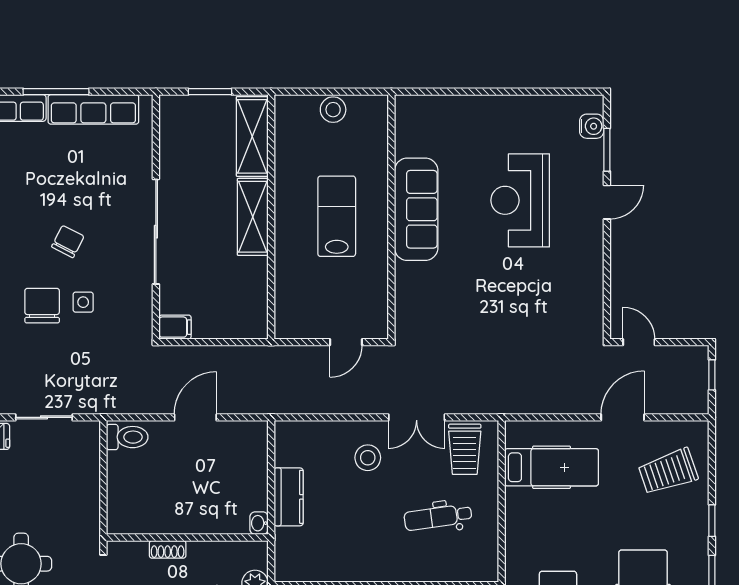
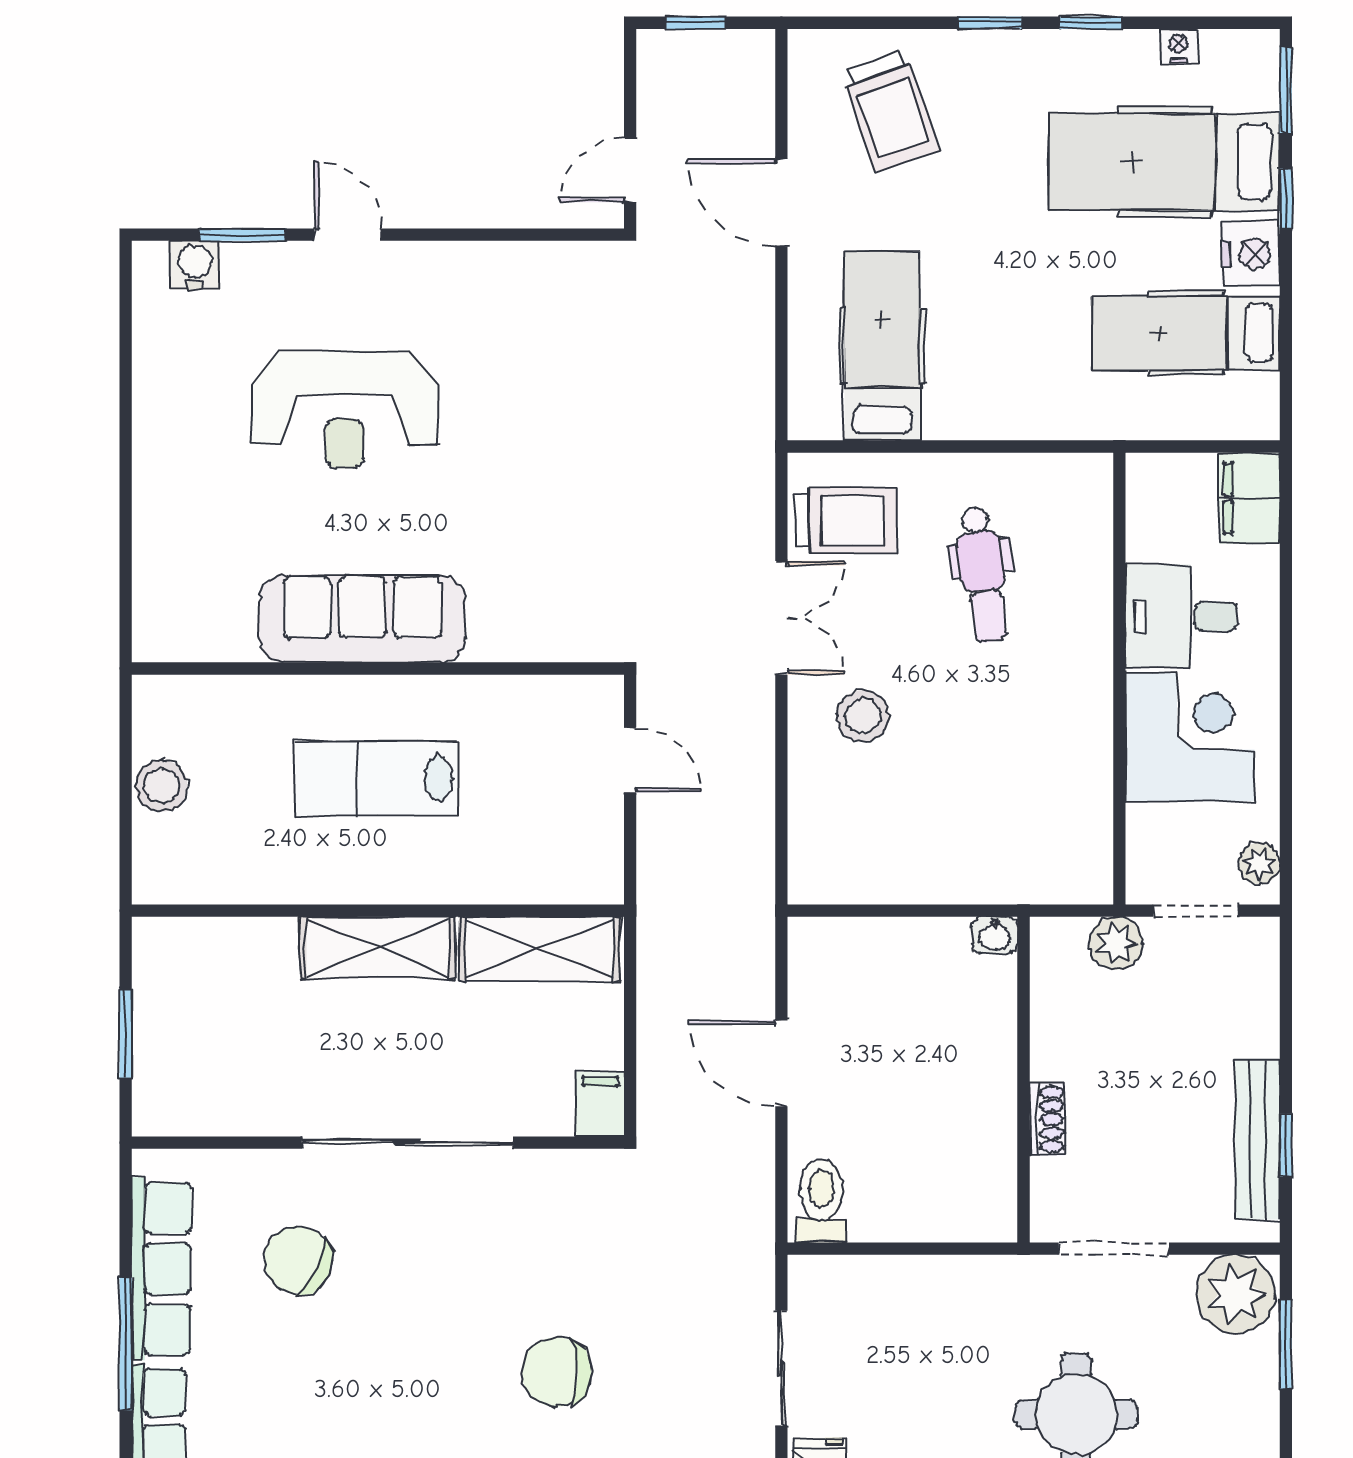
shelving: (252, 136) -> (540, 949), moved
chair: (68, 242) -> (298, 1260), moved, width x1.37, depth x1.37
side table: (83, 302) -> (549, 1289), removed
kitchen counter: (289, 497) -> (942, 875), removed

